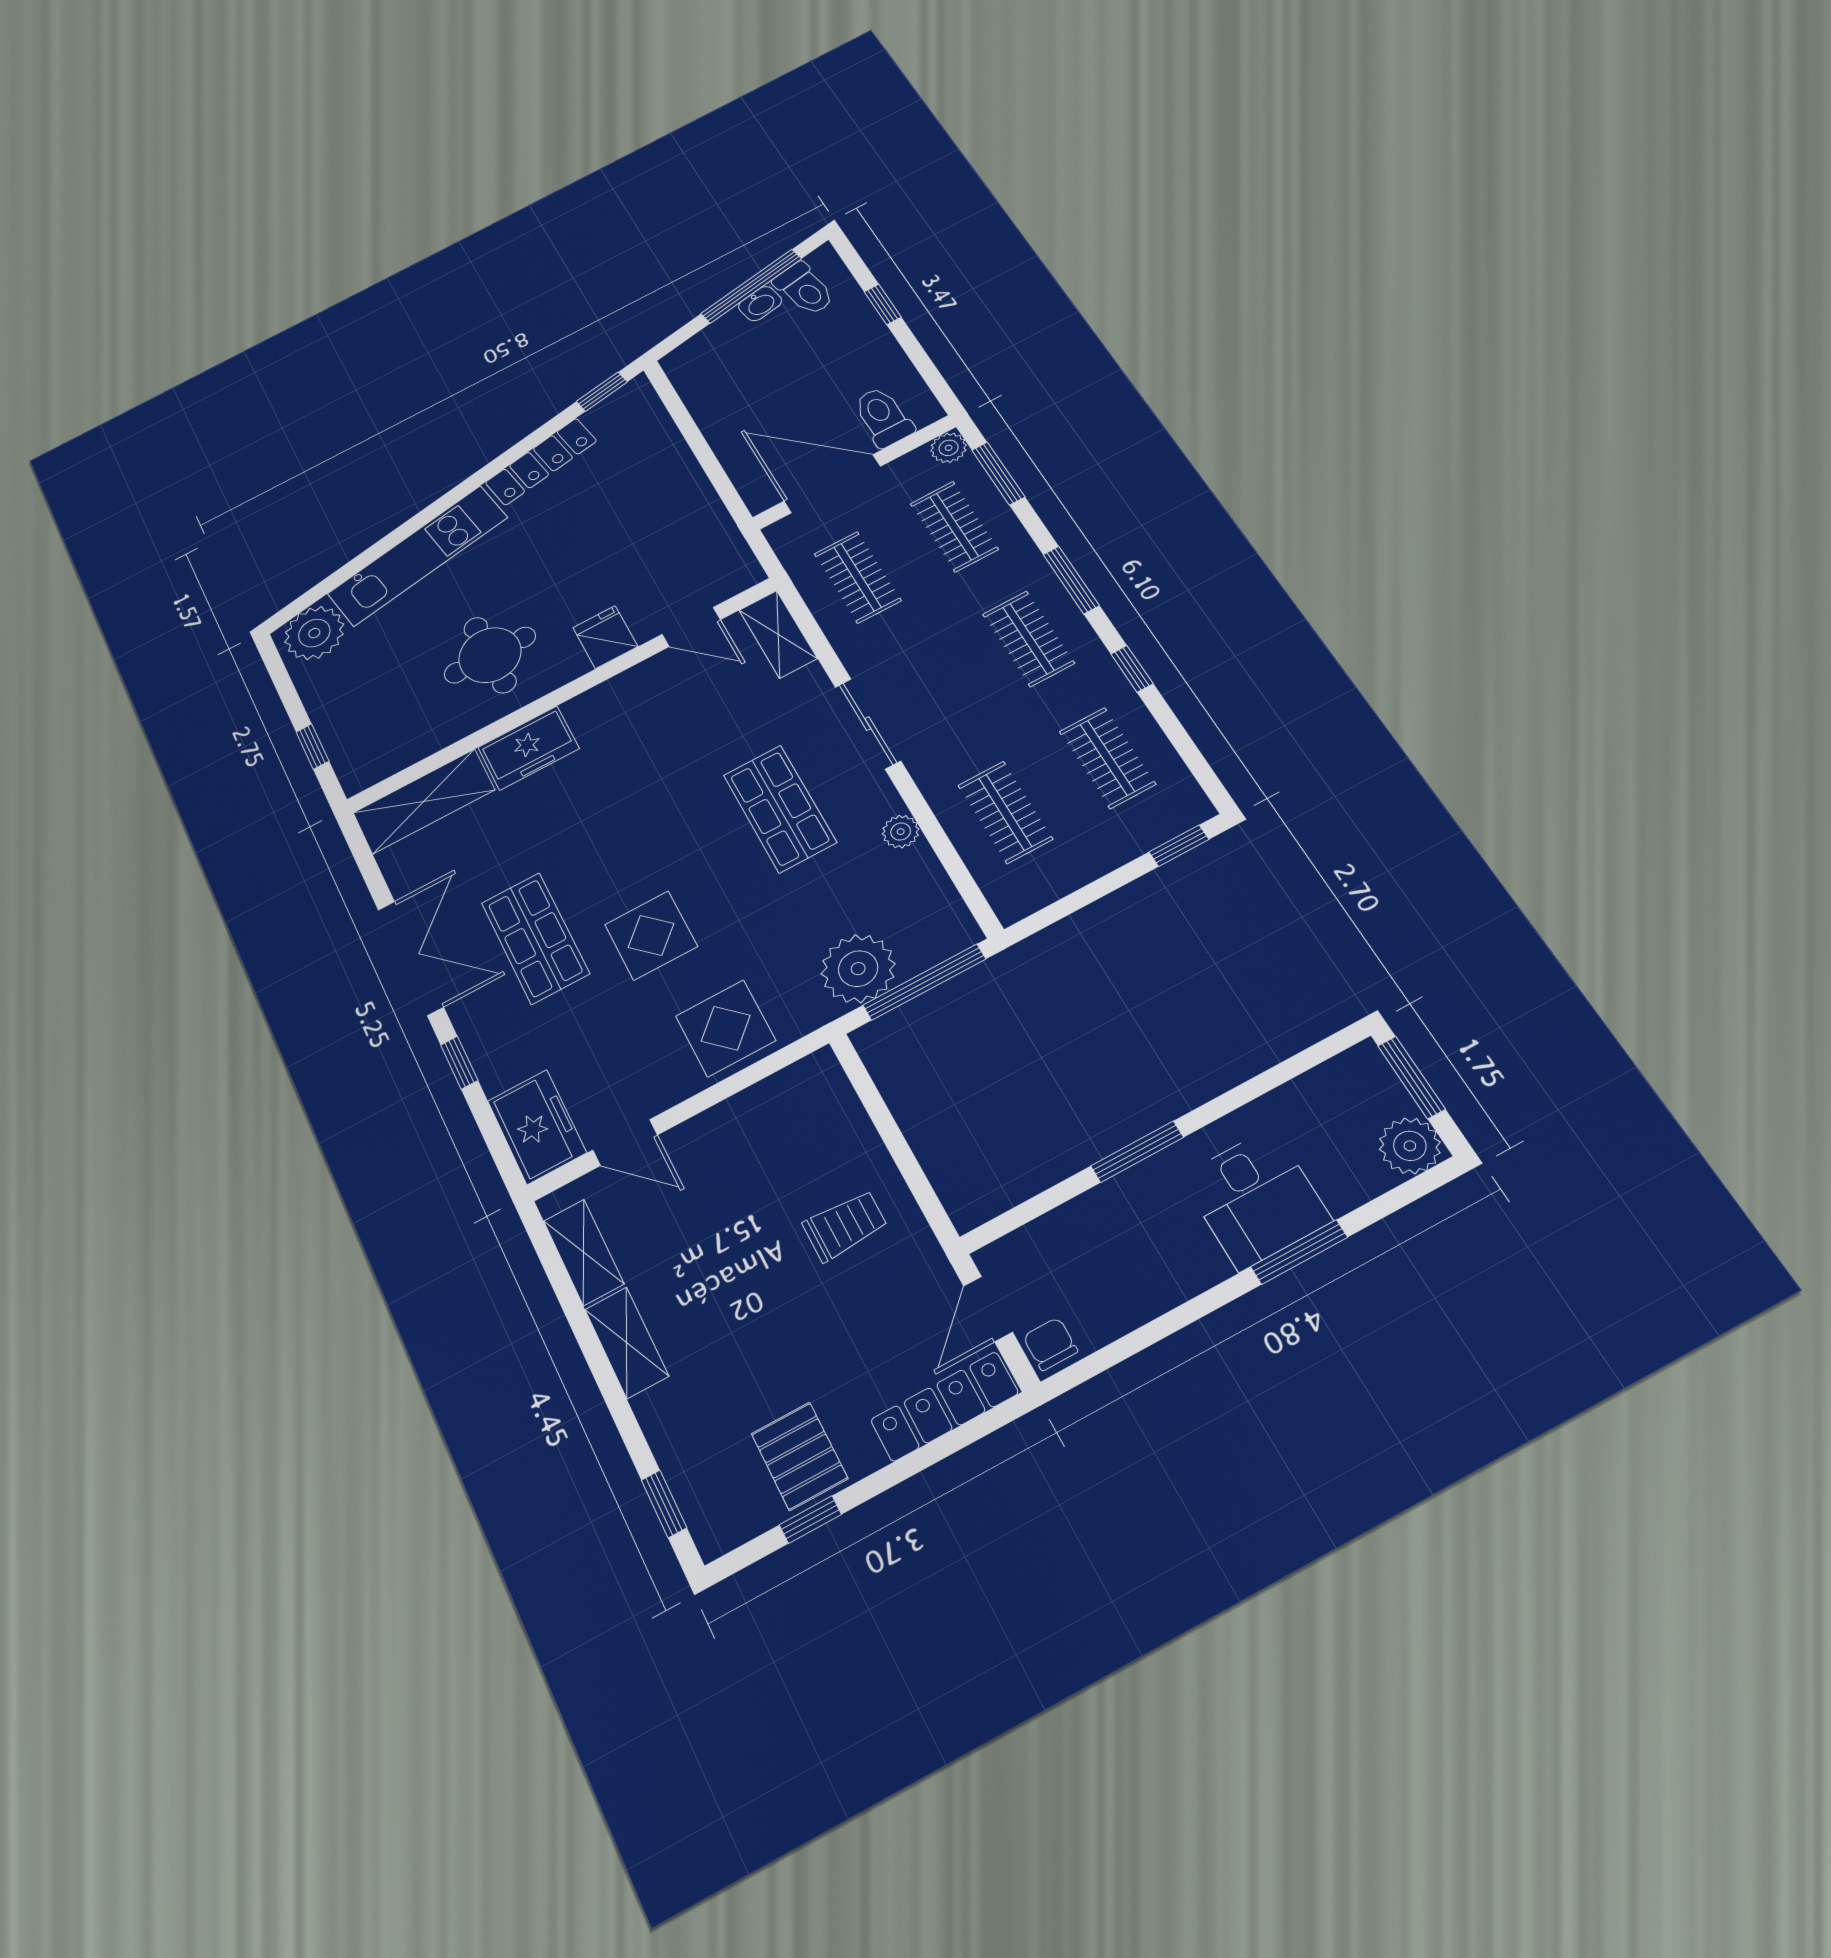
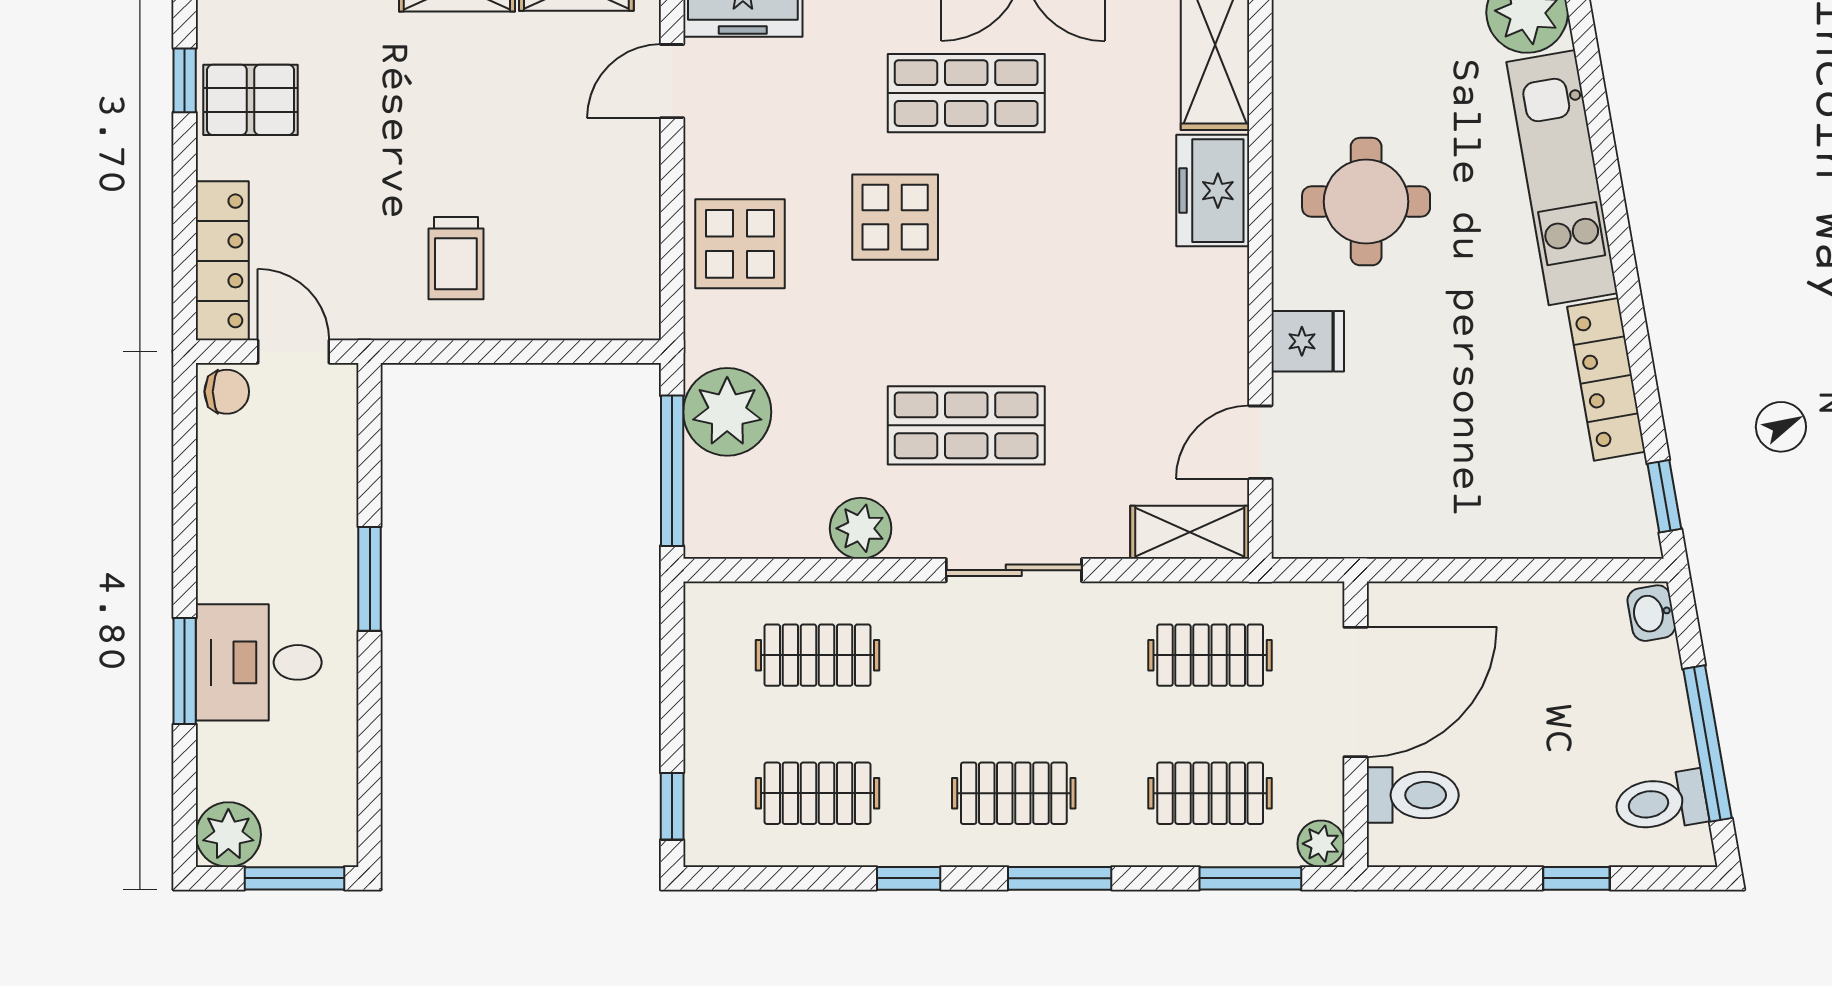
washbasin: (760, 304) -> (1651, 613), moved
plant: (901, 832) -> (861, 528), width x1.38, depth x1.38

